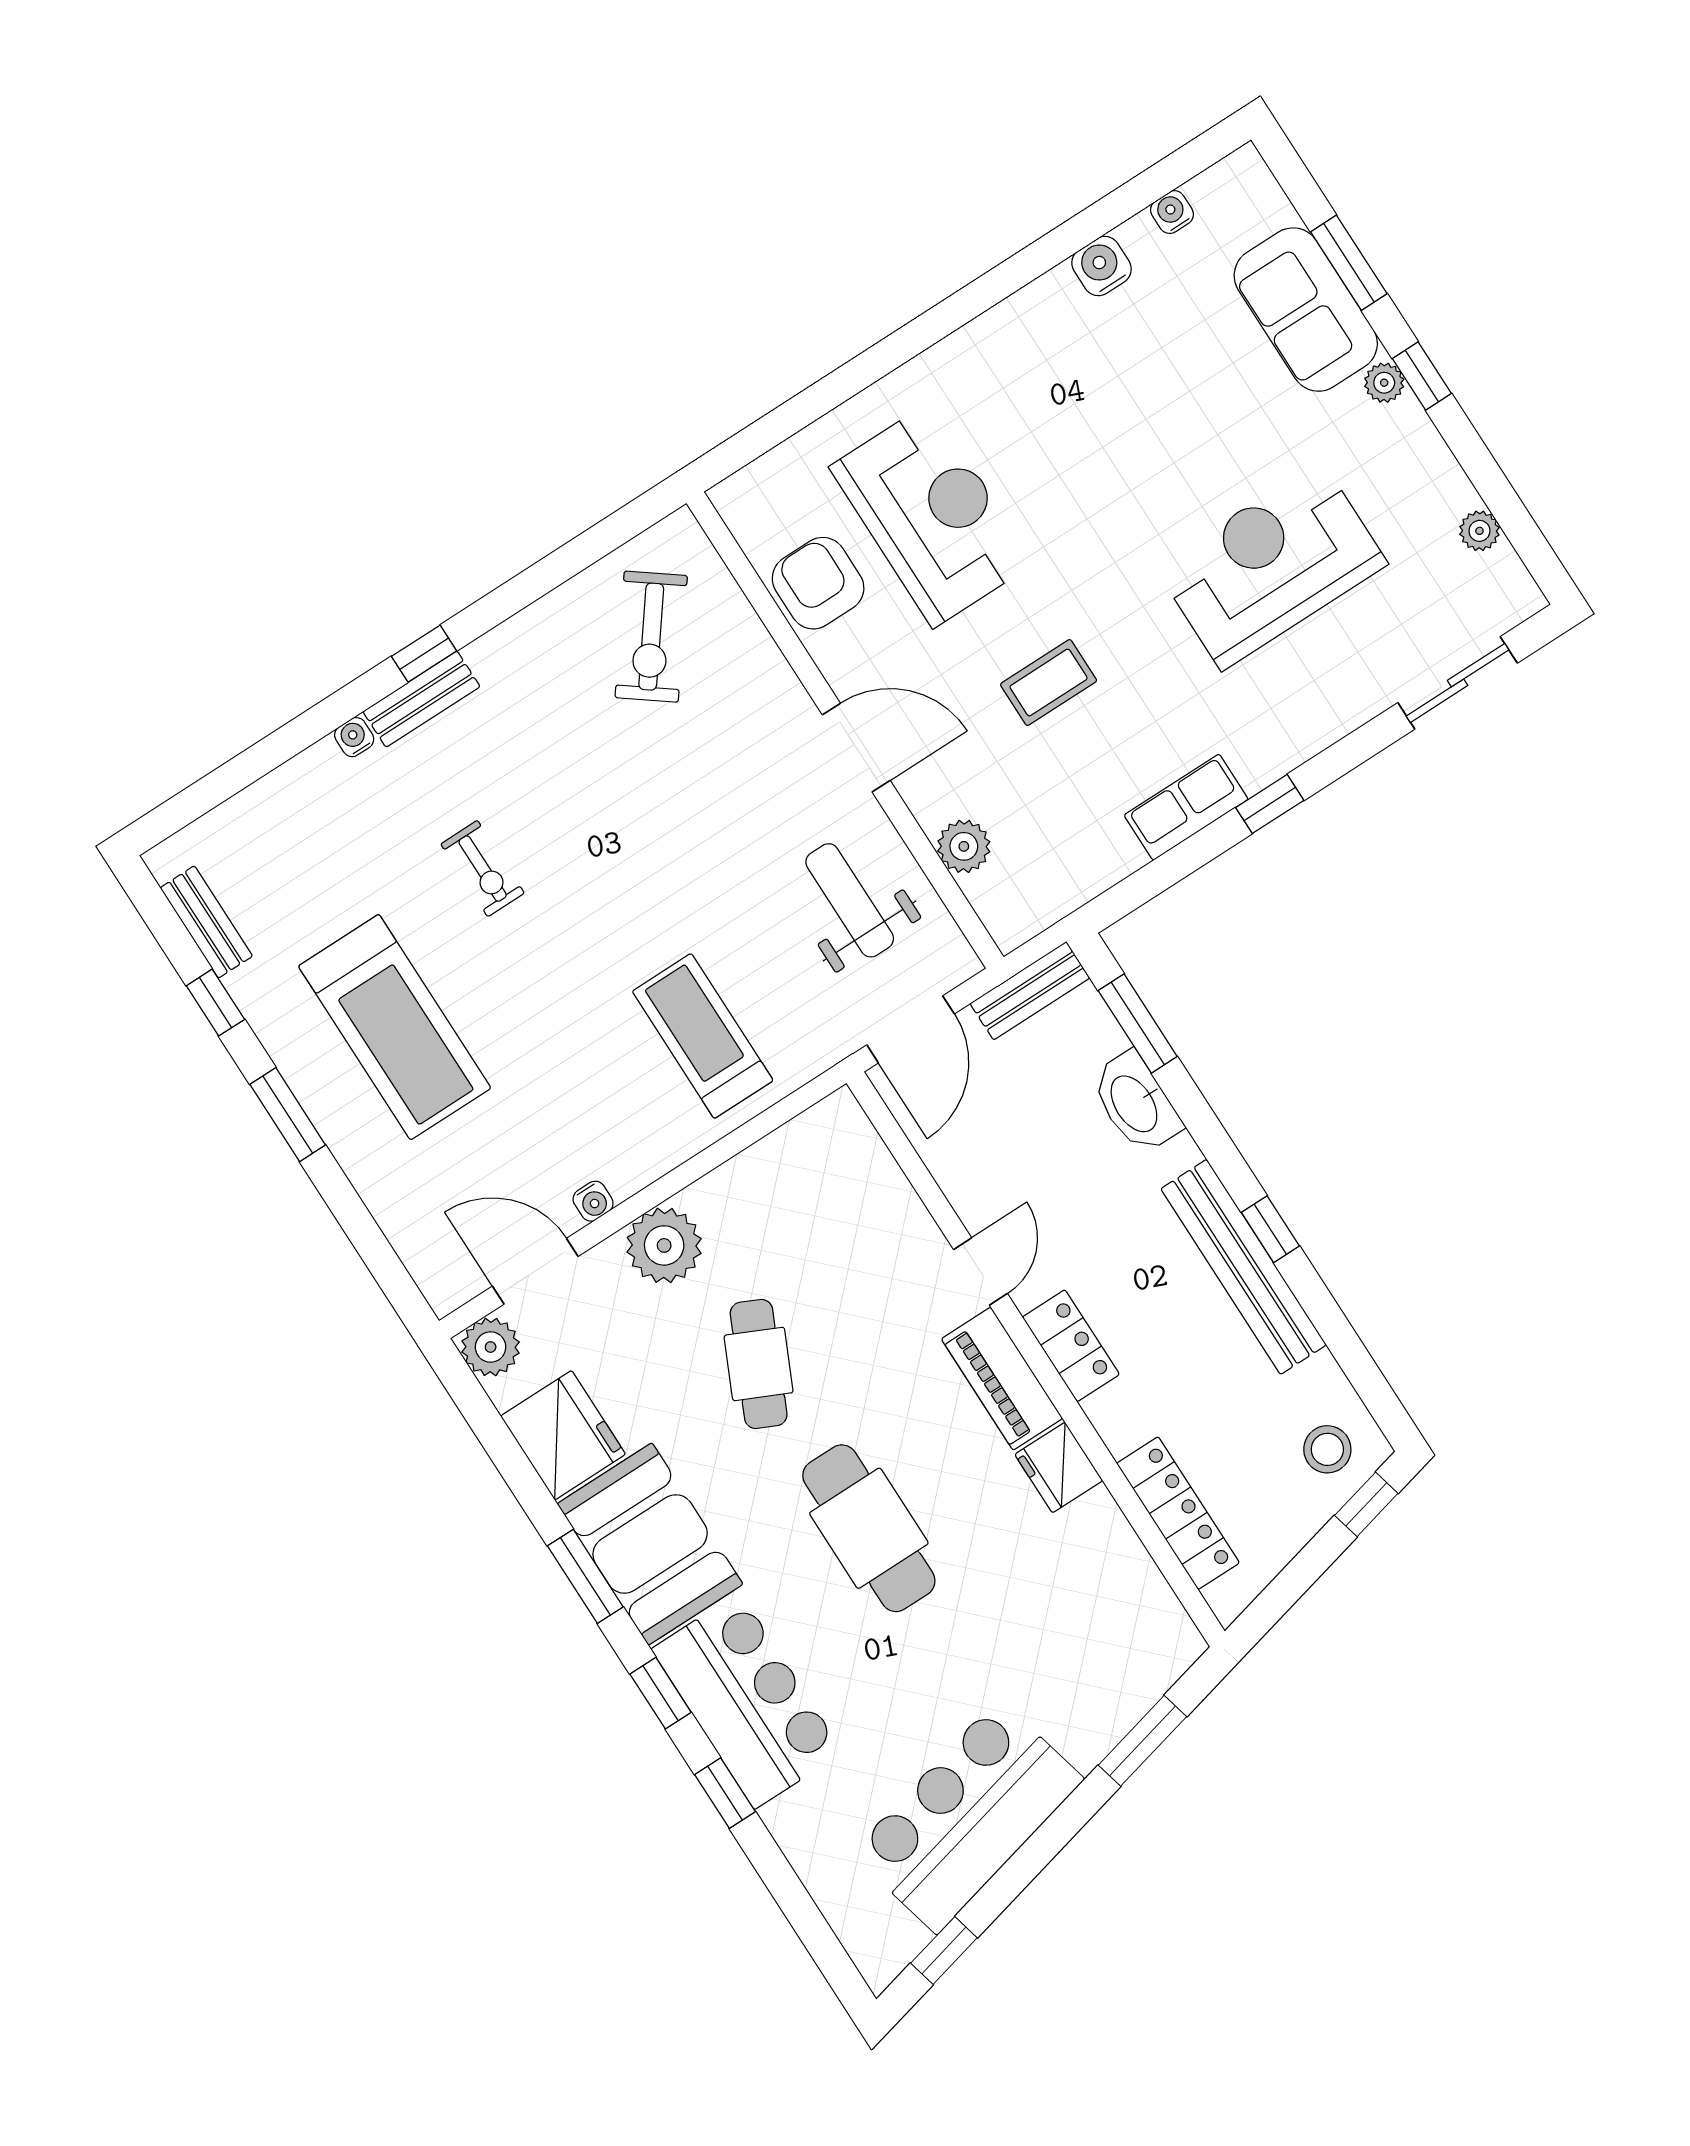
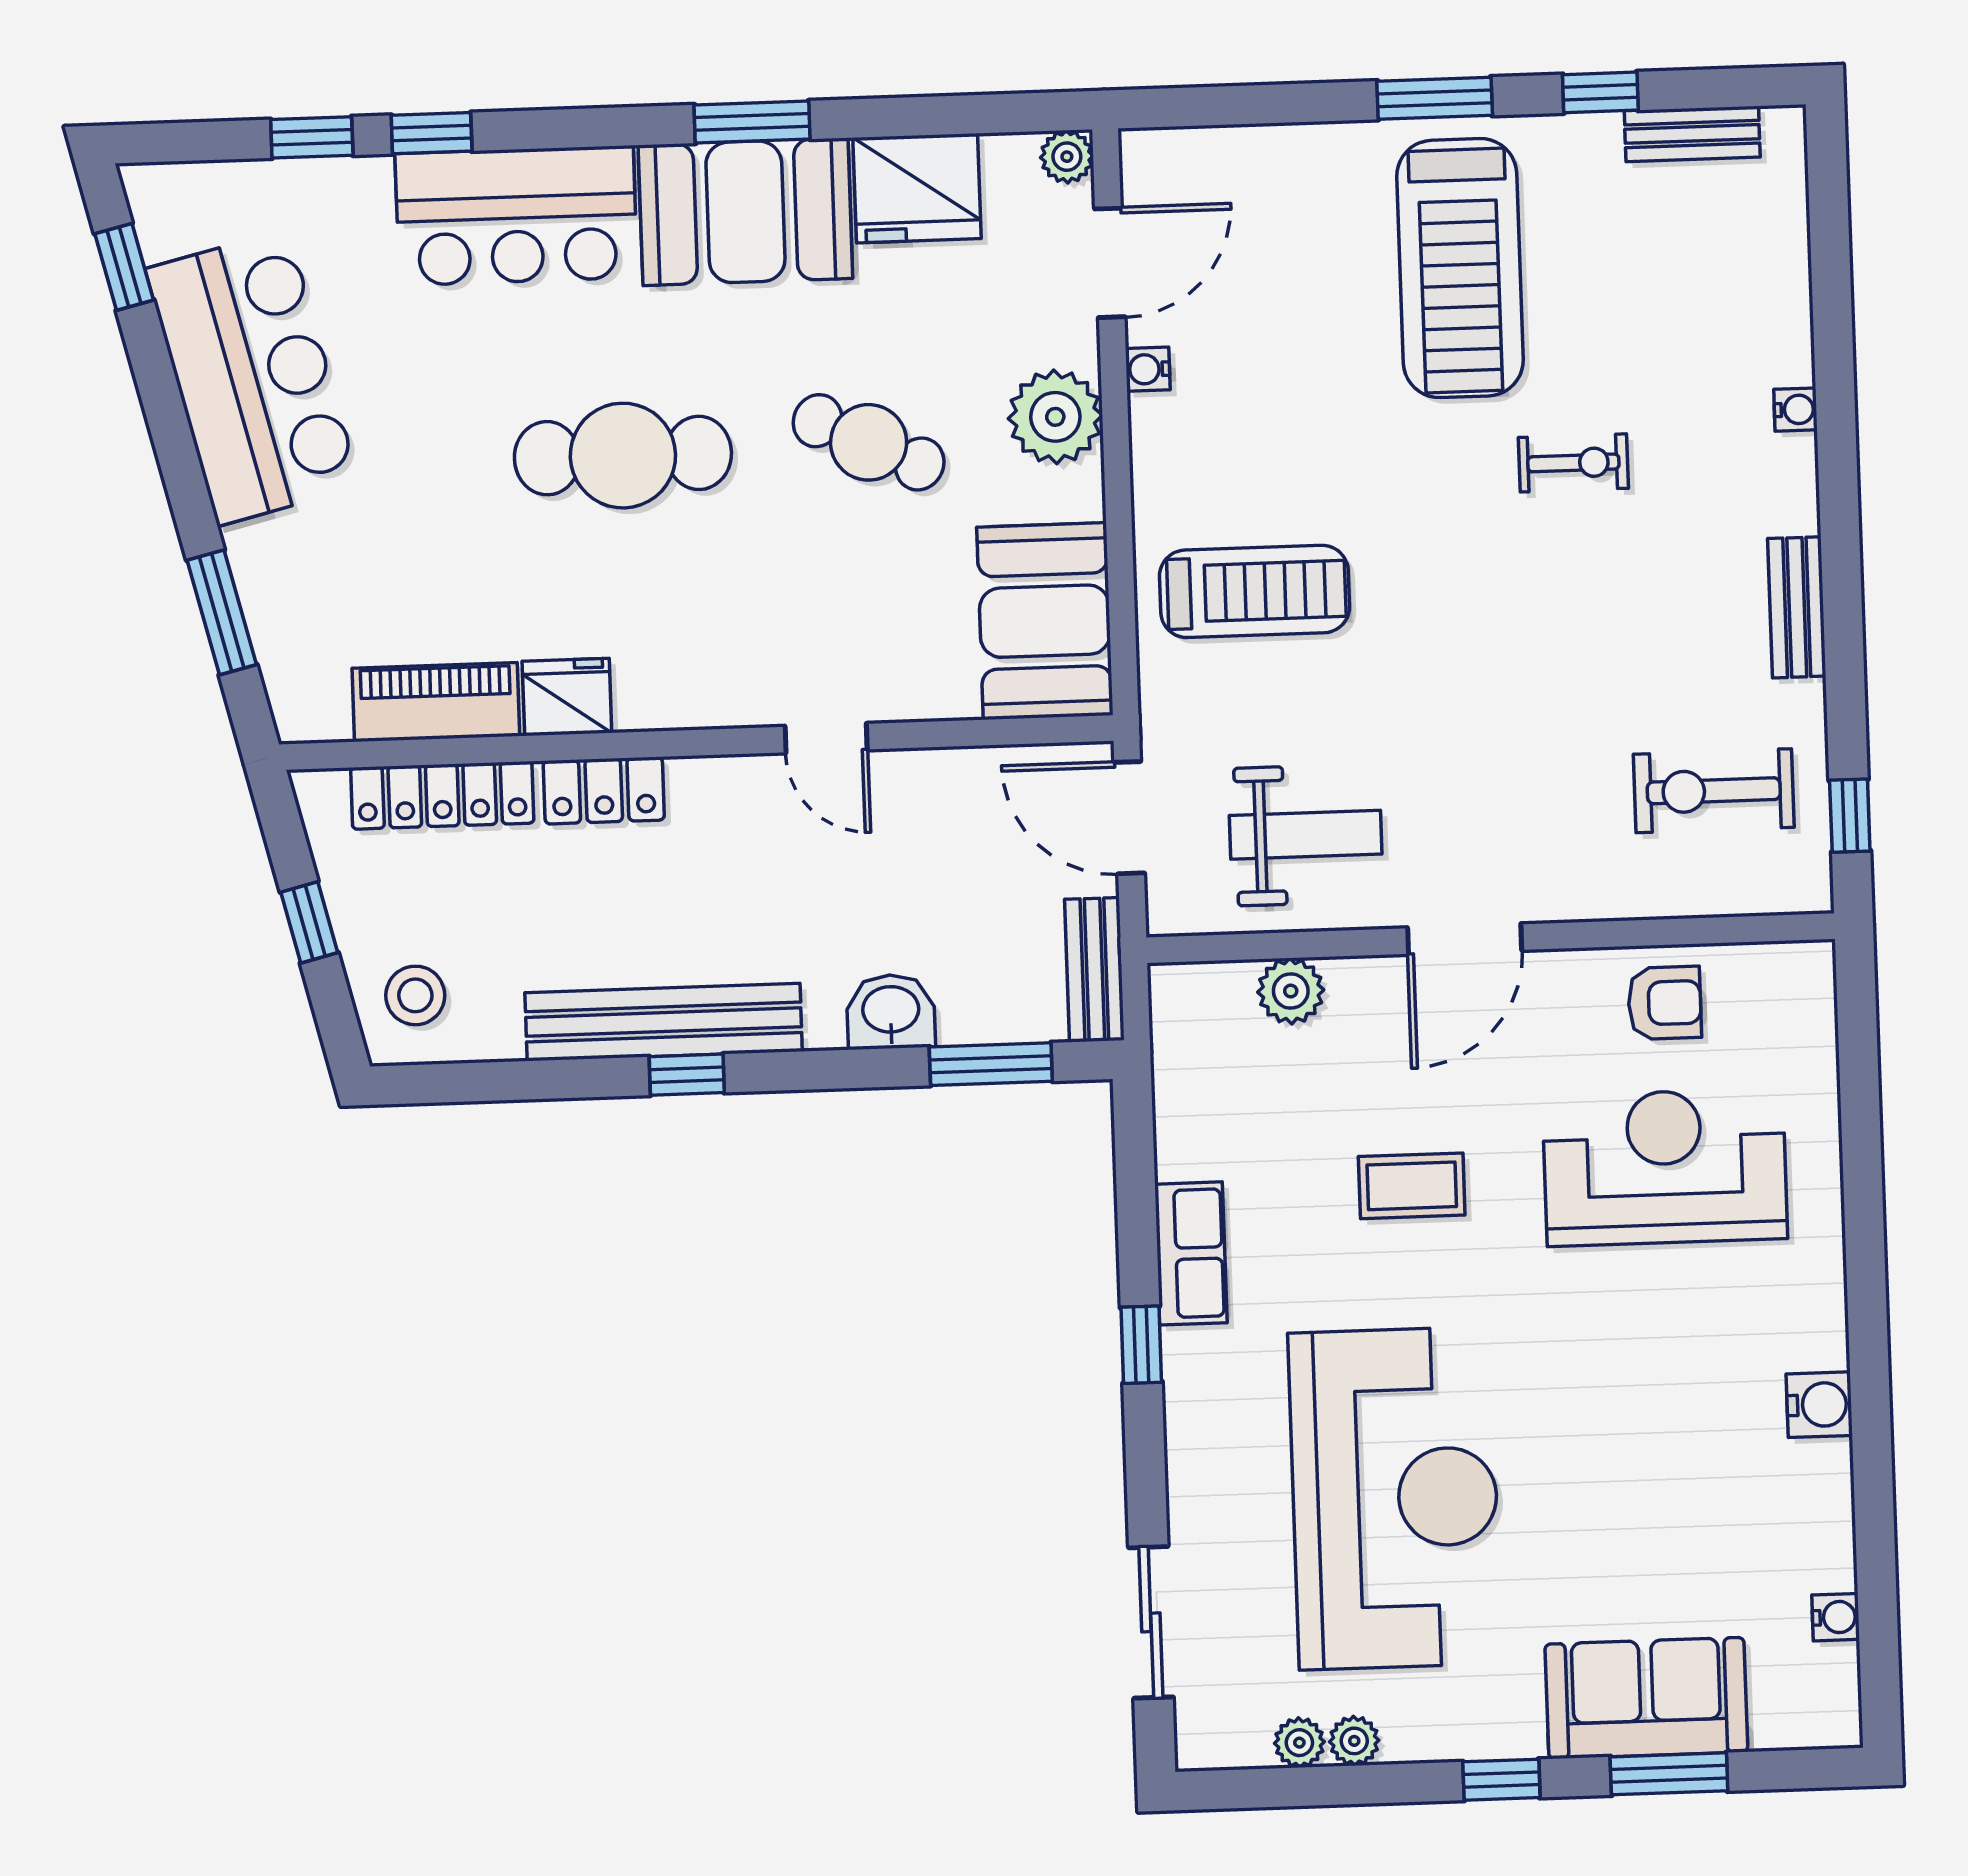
water cooler: (1102, 266) -> (1819, 1405), moved
plant: (1384, 383) -> (1354, 1741), moved
reception desk: (931, 515) -> (1665, 1167), turned 180
reception desk: (1271, 565) -> (1395, 1498), width x1.36, depth x1.30
armchair: (818, 583) -> (1665, 1003), width x0.72, depth x0.72
exercise bike: (651, 637) -> (1714, 791), turned -37
window: (424, 654) -> (1850, 816), moved
coffee table: (1049, 683) -> (1412, 1186), turned 90
bench: (422, 699) -> (1797, 607), moved
exercise bike: (483, 869) -> (1573, 463), turned 180
treadmill: (395, 1027) -> (1460, 268), turned -90
washbasin: (1135, 1103) -> (891, 1012), width x0.72
booth: (810, 1169) -> (1045, 621), added
locker: (1071, 1346) -> (604, 790), moved
plant: (491, 1347) -> (1067, 157), width x0.73, depth x0.73
piano: (1002, 1379) -> (436, 702), moved
window: (1366, 1504) -> (309, 922), moved
window: (661, 1693) -> (312, 137), moved

